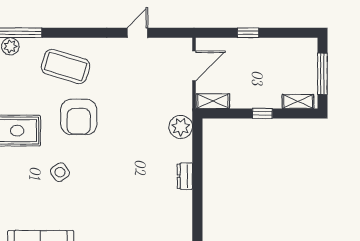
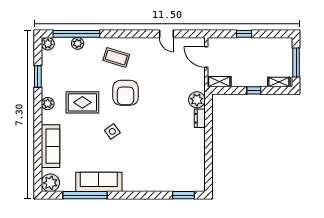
door: (137, 33) -> (167, 34), swing flipped
coffee table: (66, 66) -> (116, 57), width x0.73, depth x0.76
door: (194, 66) -> (206, 57), swing flipped
dresser: (185, 176) -> (200, 118), moved

